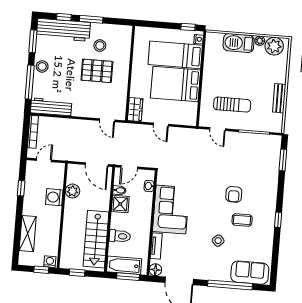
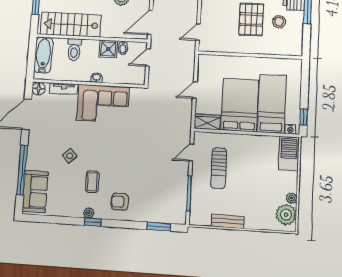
barbecue: (239, 43) -> (289, 154), moved
wardrobe: (135, 110) -> (207, 122), moved, turned 180
door: (129, 167) -> (148, 57), hinge flipped
washbasin: (149, 186) -> (97, 78), moved
armchair: (234, 194) -> (120, 202), moved
plant: (270, 223) -> (89, 213), added
window: (128, 277) -> (31, 60), removed

